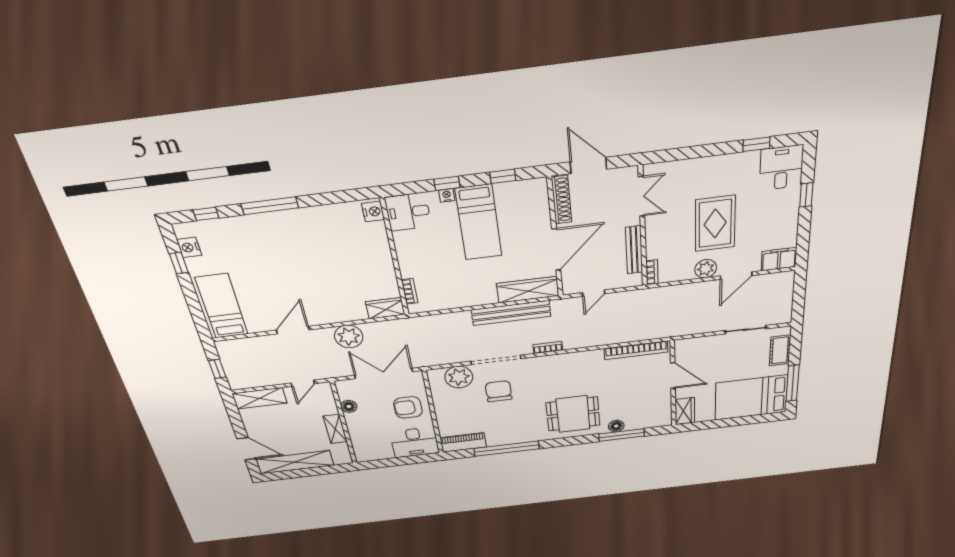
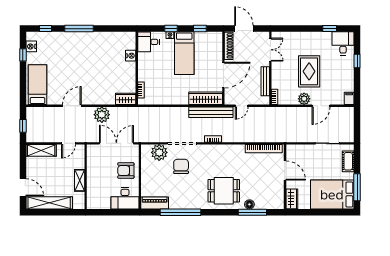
nightstand: (373, 212) -> (131, 56), moved
filing cabinet: (779, 259) -> (349, 98), width x0.50
bench: (511, 313) -> (211, 112), moved
floor lamp: (349, 406) -> (91, 164), removed

